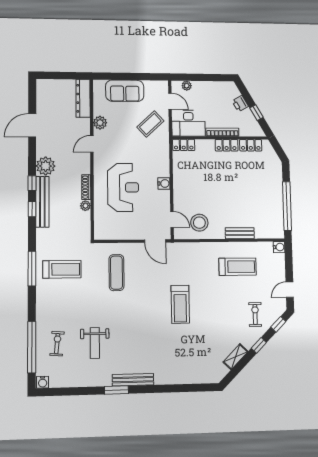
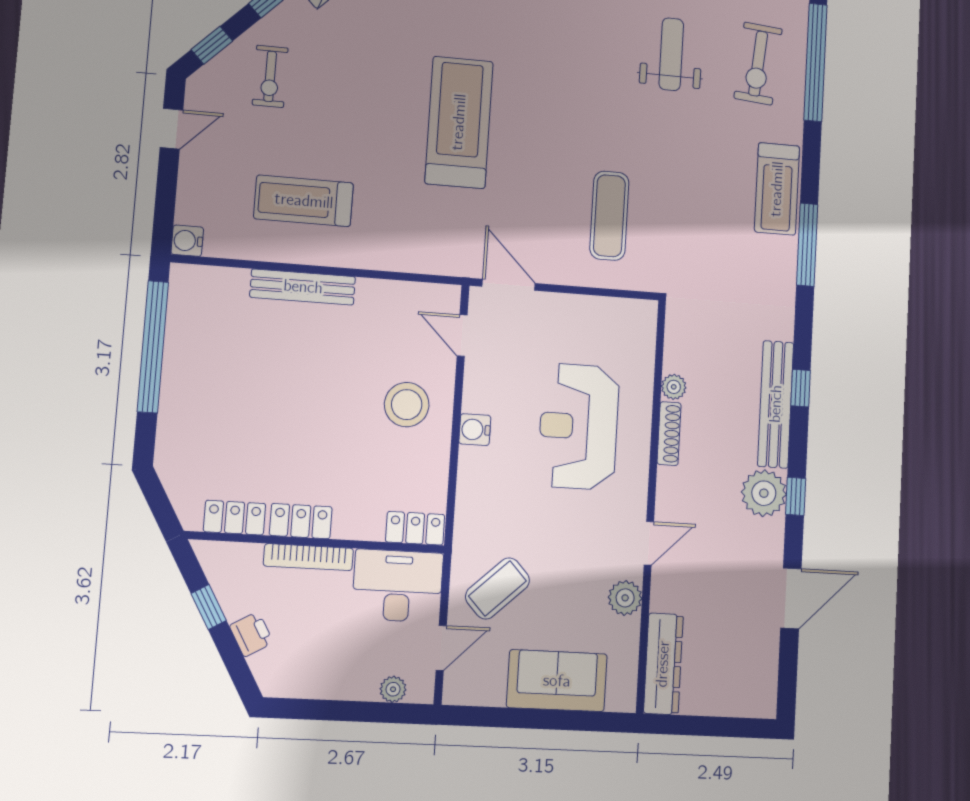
door: (170, 101) -> (441, 648), swing flipped
window: (32, 183) -> (796, 496), moved
stool: (199, 223) -> (407, 405), moved
bench: (240, 233) -> (303, 287), width x1.36
treadmill: (62, 269) -> (777, 189), moved, turned -90
treadmill: (180, 304) -> (459, 122), width x1.37, depth x1.38
exercise bike: (57, 344) -> (758, 64), width x1.38, depth x1.39

